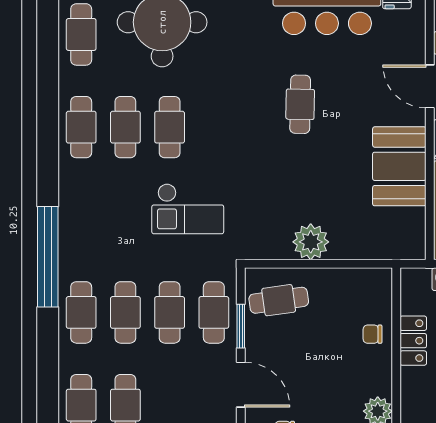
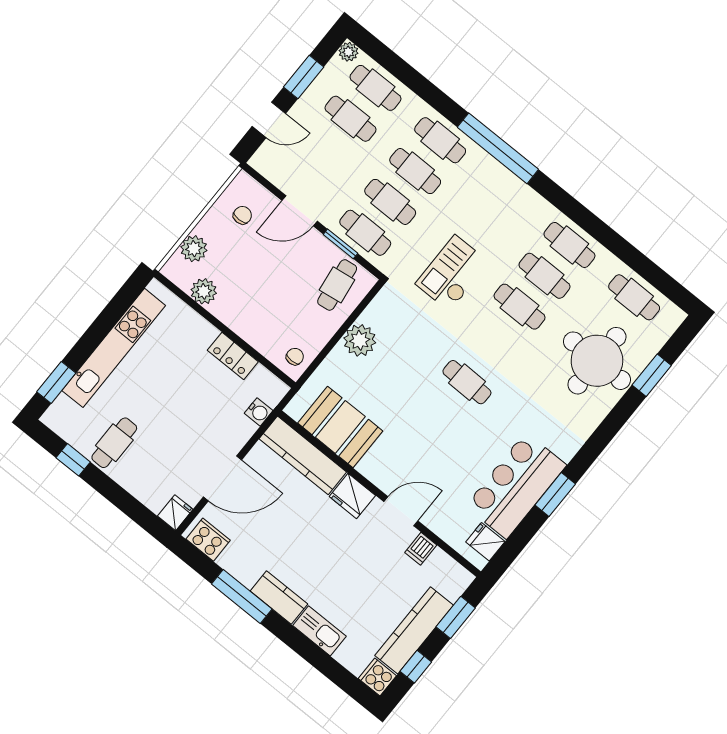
cafe table: (300, 104) -> (467, 382), moved
booth: (399, 166) -> (340, 427), moved
chair: (373, 334) -> (295, 357), moved

